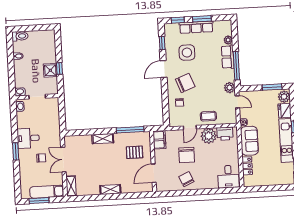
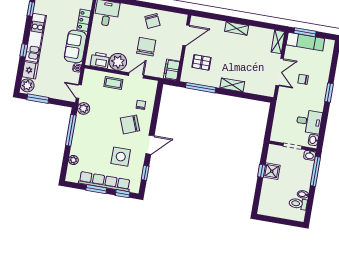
row of seats: (196, 27) -> (105, 182), width x1.36
toilet: (20, 36) -> (298, 204), moved
row of seats: (228, 57) -> (78, 142), removed
window: (12, 79) -> (315, 171), added
desk: (28, 138) -> (309, 122), moved
window: (39, 201) -> (305, 32), moved

